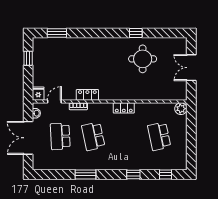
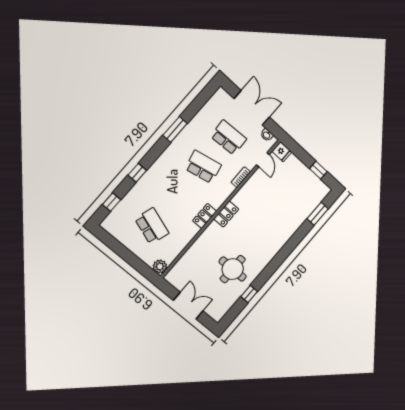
window: (136, 33) -> (249, 294), moved
locker: (87, 95) -> (226, 214), moved
school desk: (159, 136) -> (152, 226), turned 30

